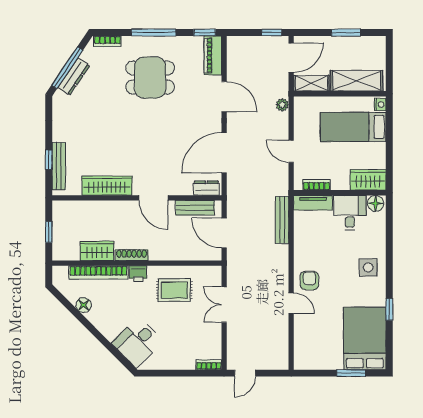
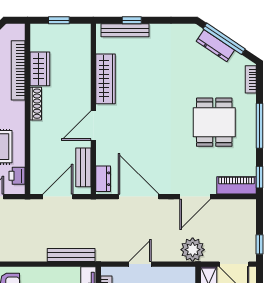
plant: (282, 105) -> (193, 250), width x1.88, depth x1.88
printer: (138, 274) -> (17, 176), moved

